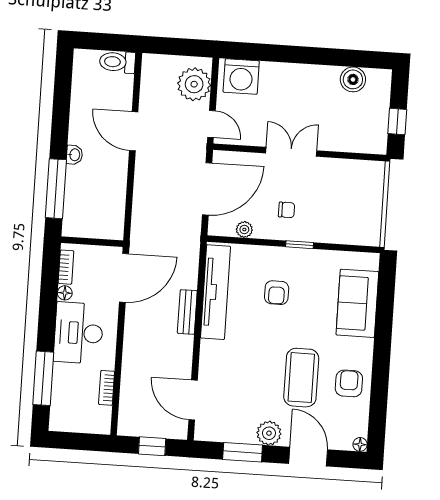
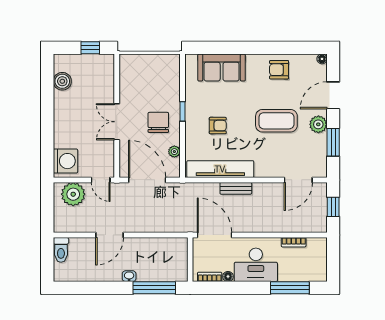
door: (211, 124) -> (101, 180), swing flipped
chair: (287, 210) -> (158, 122), width x1.87, depth x1.87
coffee table: (301, 378) -> (276, 121), moved

